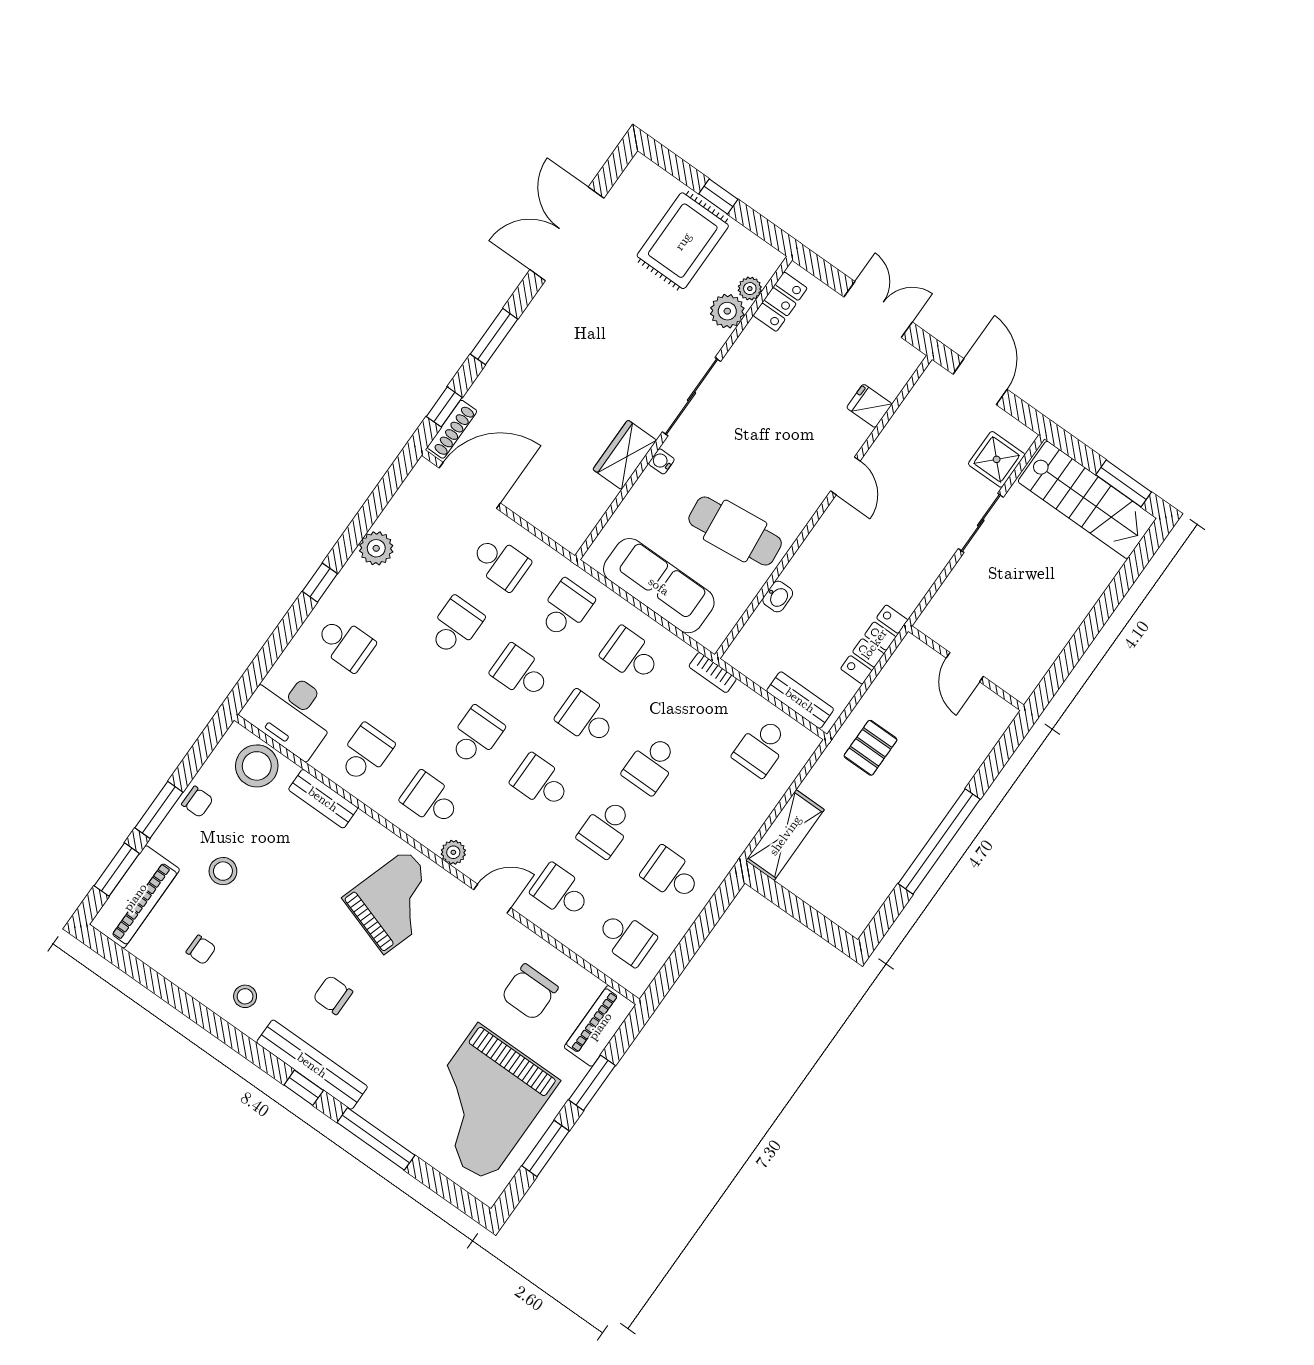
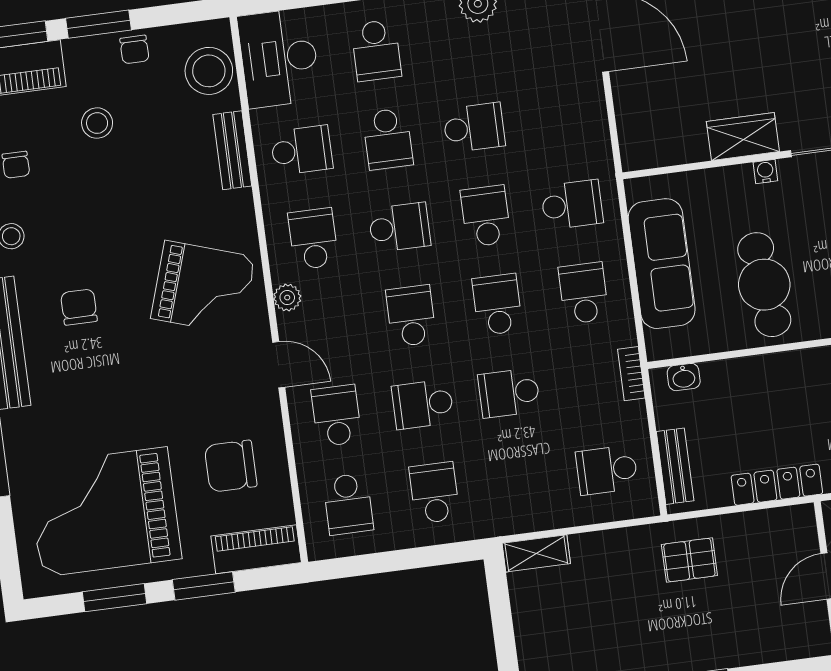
school desk: (500, 563) -> (388, 139), moved
washbasin: (778, 597) -> (684, 377), moved
shelving: (785, 835) -> (536, 553), width x0.67, depth x0.75

